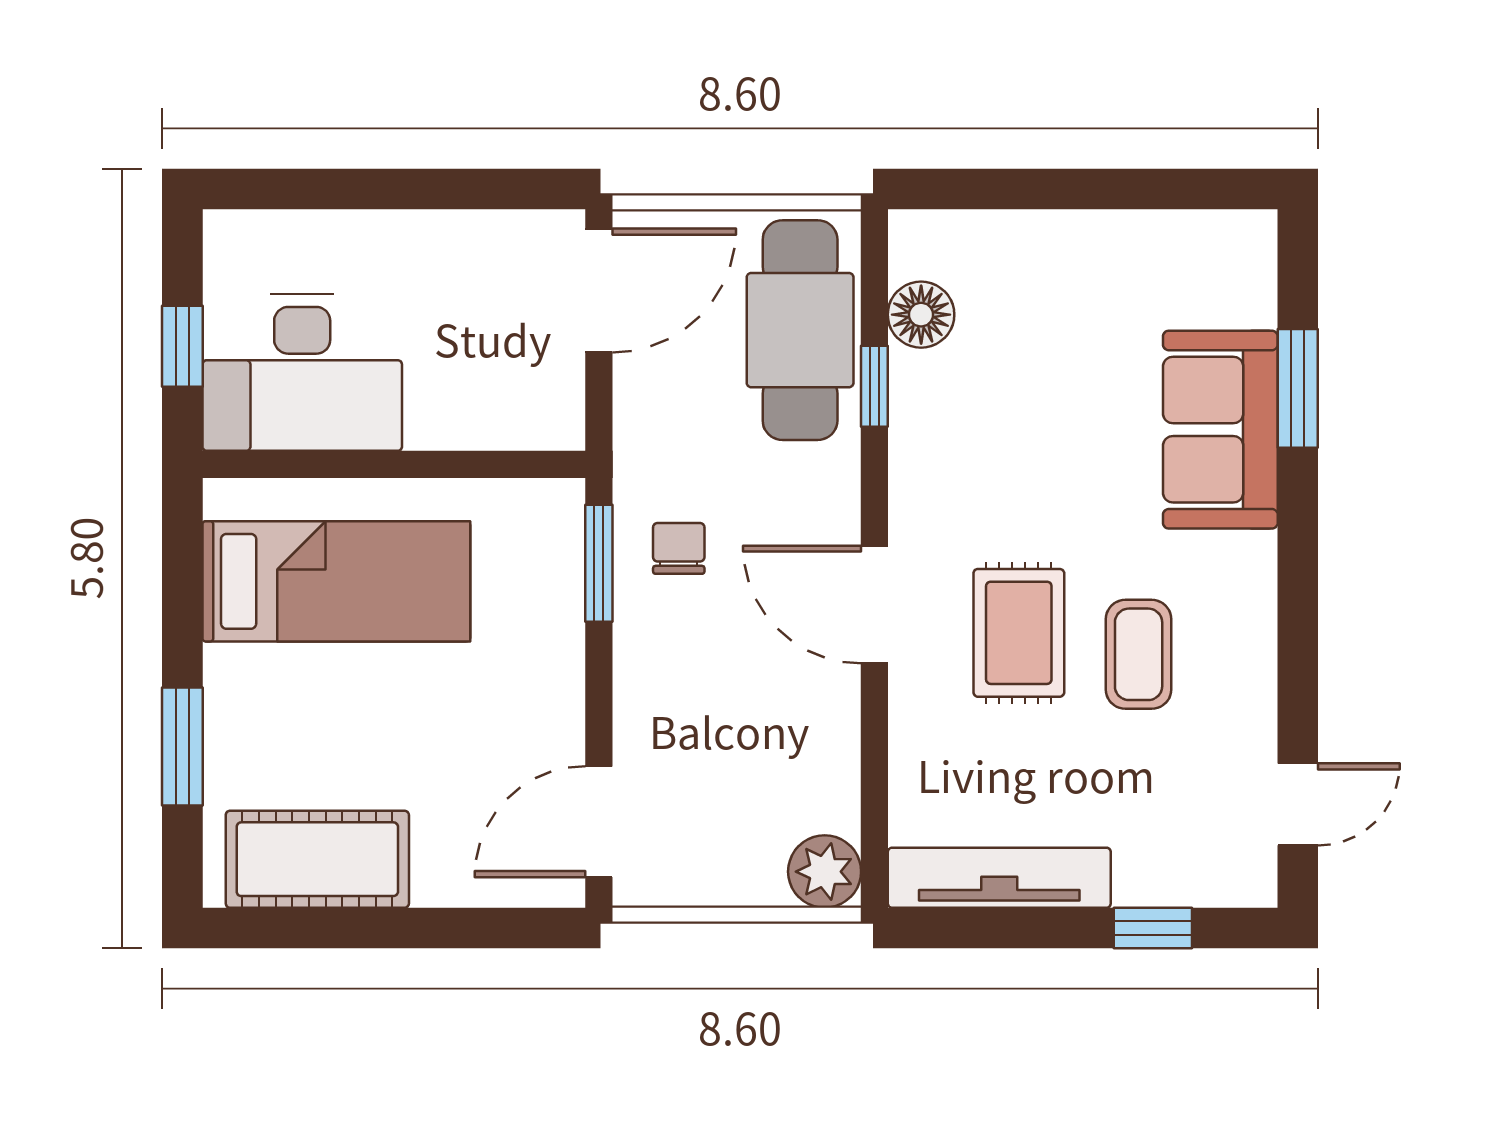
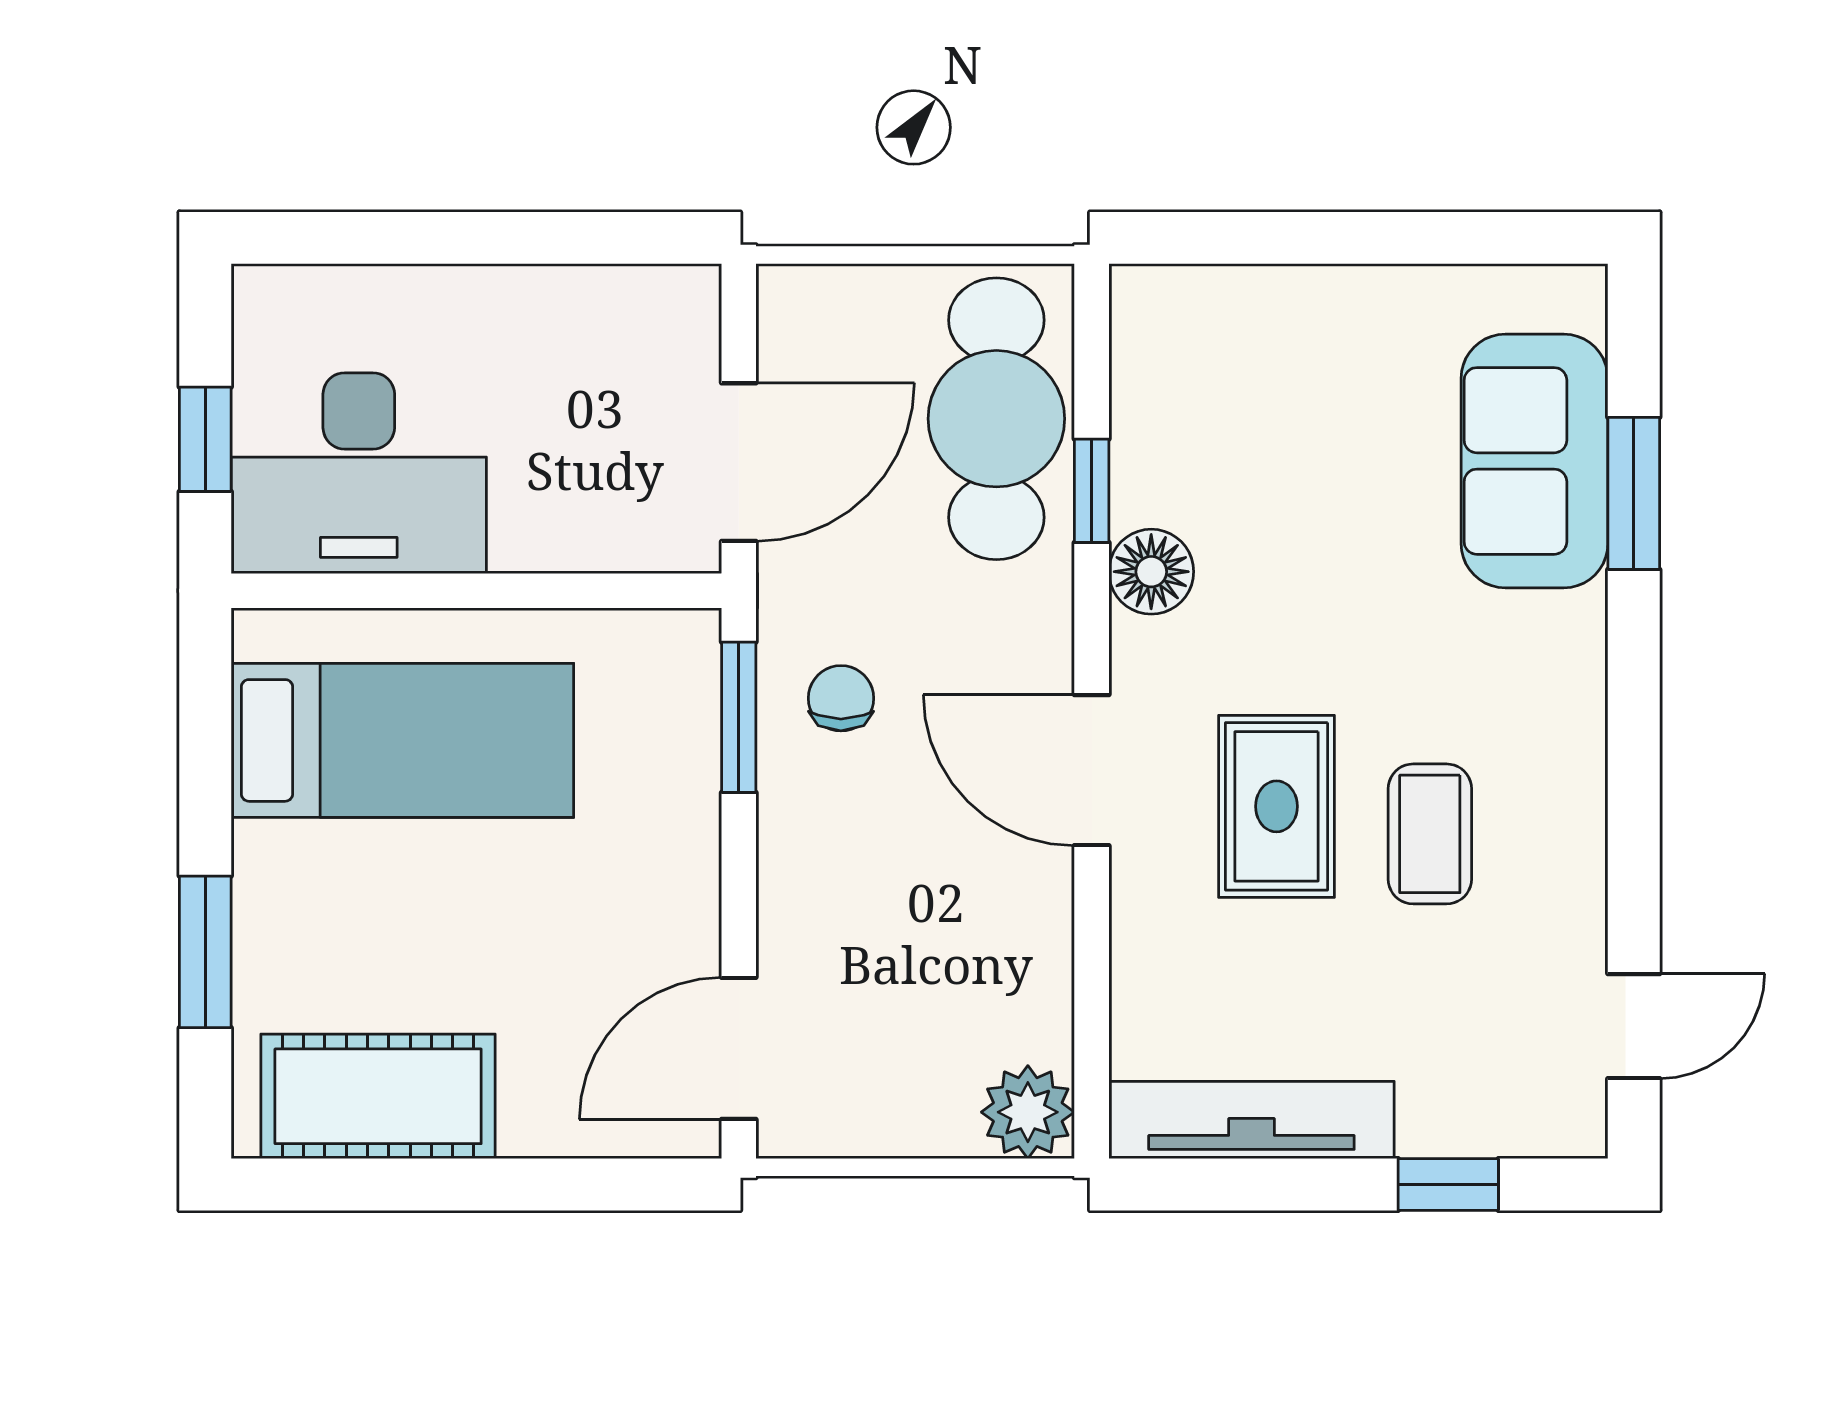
door: (599, 290) -> (739, 462), moved
floor lamp: (921, 315) -> (1151, 572), moved
sofa: (1220, 430) -> (1535, 461), moved

